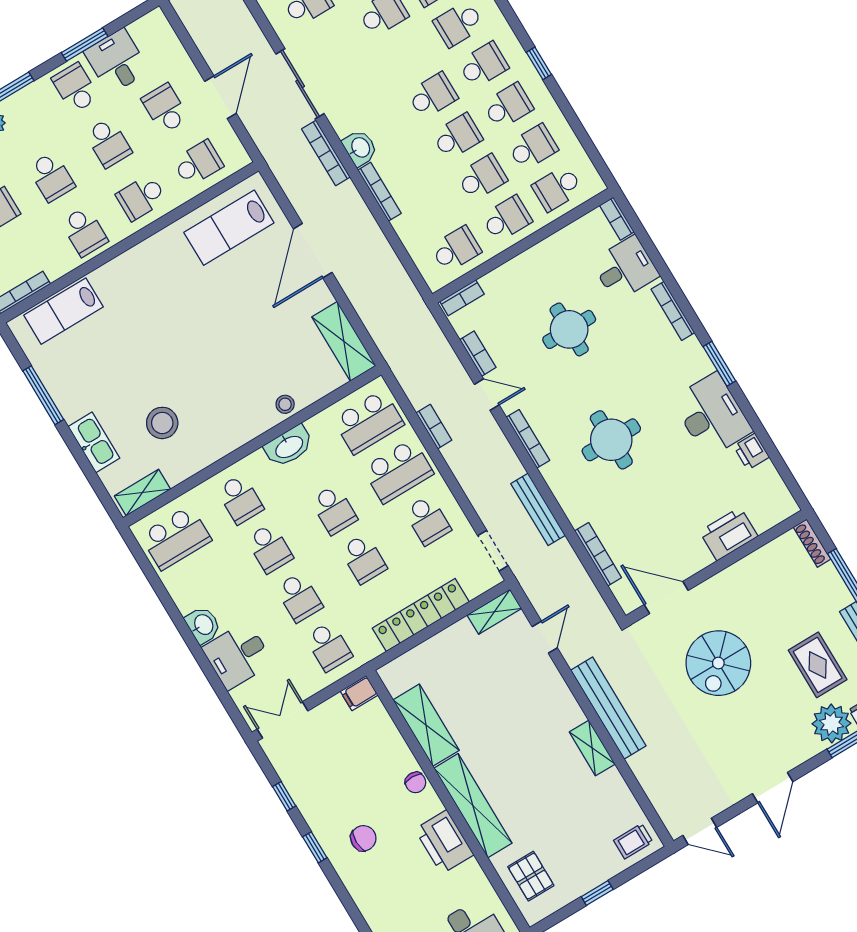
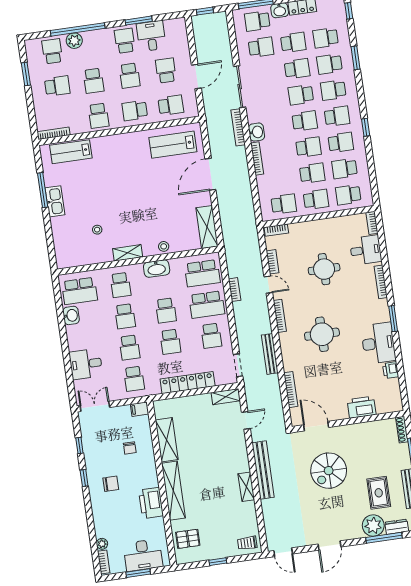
school desk: (408, 54) -> (301, 95), added
school desk: (533, 147) -> (344, 169), turned 180
stool: (162, 423) -> (97, 230), width x0.53, depth x0.53
kitchen sink: (94, 442) -> (55, 201), moved
shelving: (142, 493) -> (128, 253), moved
washbasin: (203, 625) -> (71, 315), moved
chair: (415, 782) -> (130, 448), moved
pallet: (531, 876) -> (188, 539), turned 90

